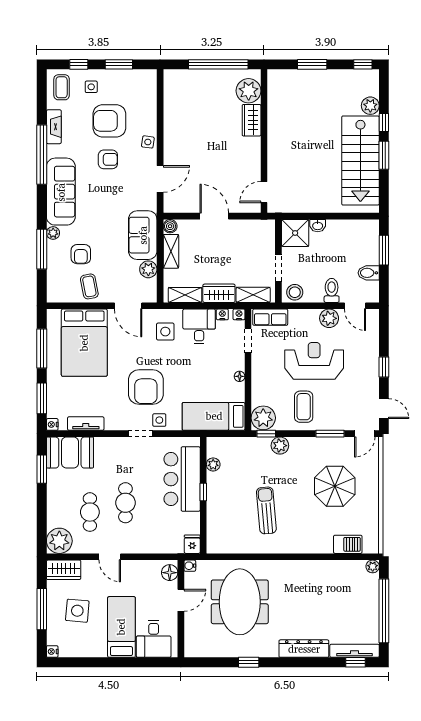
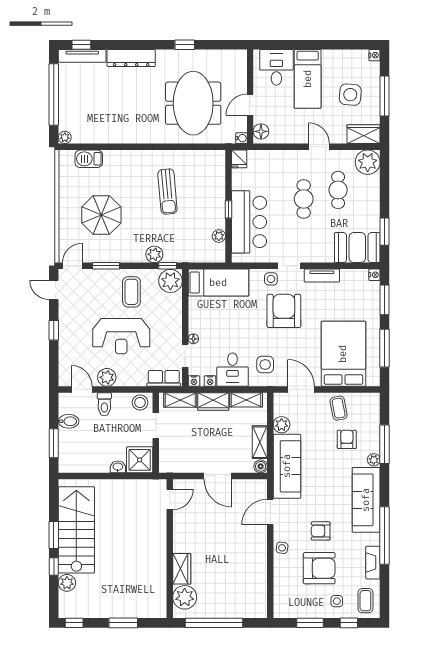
sofa: (143, 235) -> (287, 466), width x1.36
floor lamp: (240, 376) -> (193, 339), moved
tv unit: (86, 424) -> (322, 276), moved

